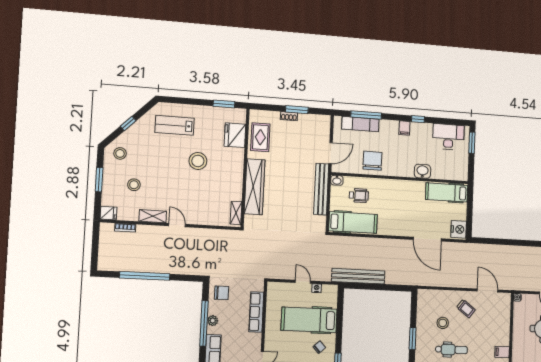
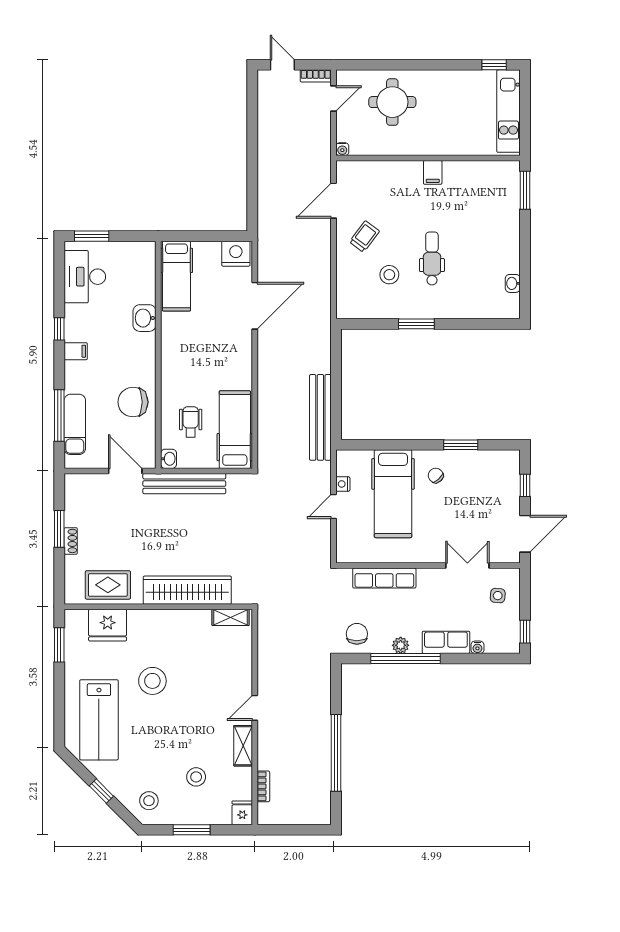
lab bench: (175, 125) -> (99, 720), width x1.36, depth x1.39

